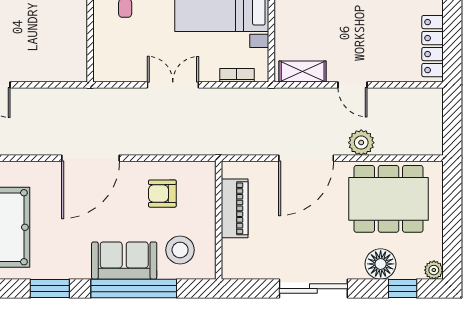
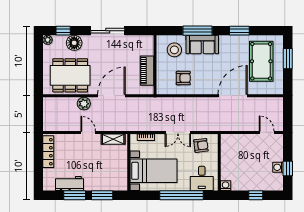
armchair: (127, 59) -> (201, 145), added
door: (90, 158) -> (233, 96), moved
window: (134, 289) -> (197, 31), width x0.68

